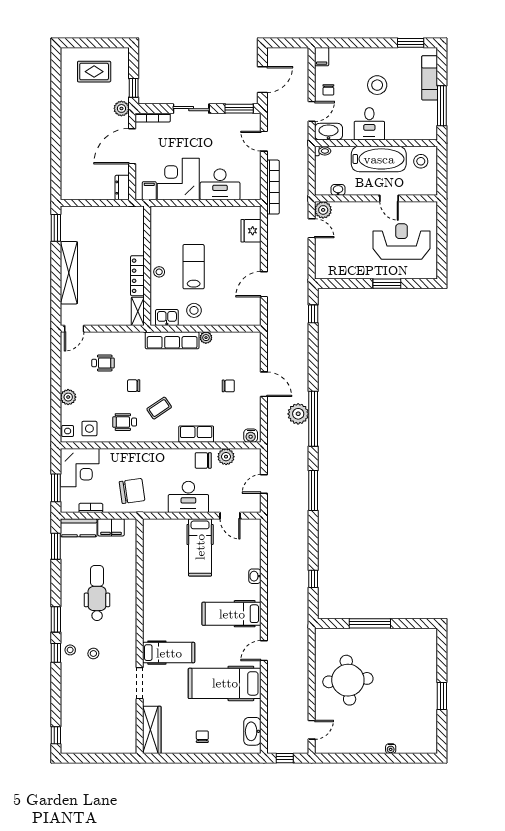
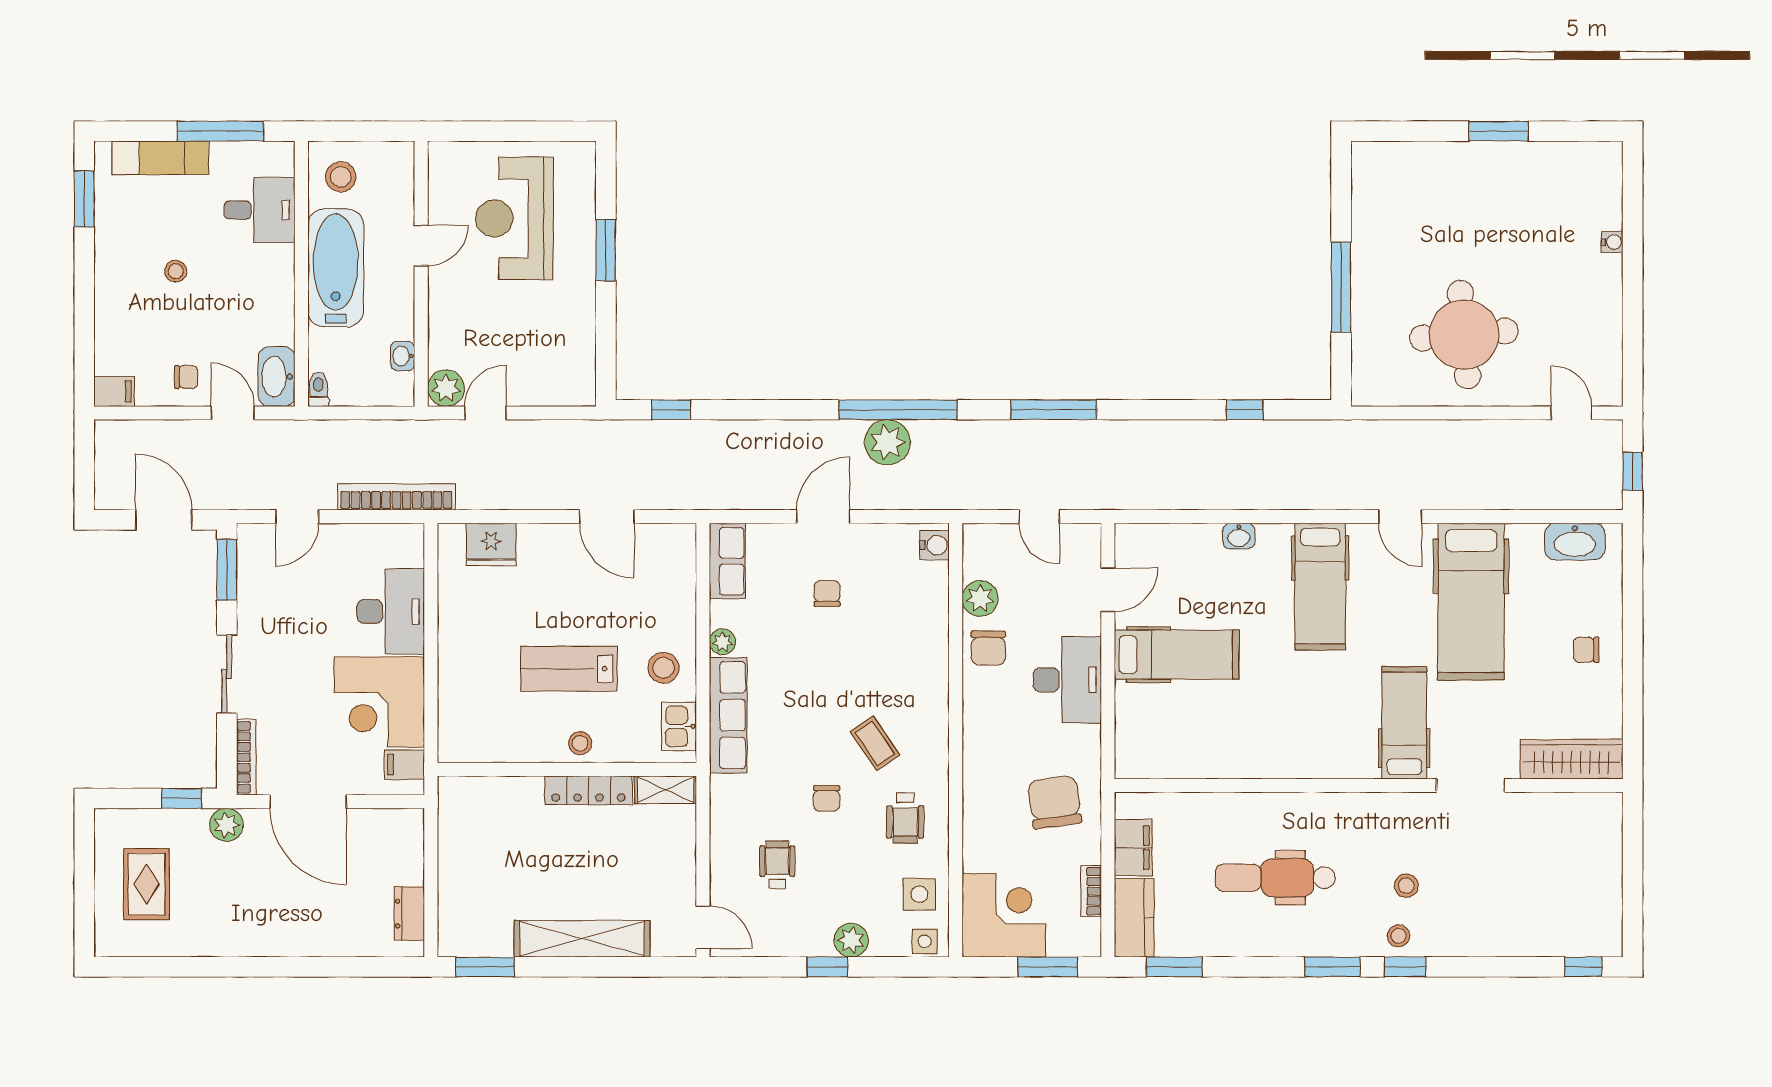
stool: (377, 85) -> (176, 271), width x0.53, depth x0.53
desk: (369, 124) -> (260, 210), moved
dresser: (122, 188) -> (409, 913), moved, turned 90
window: (56, 386) -> (827, 967), added
row of seats: (196, 434) -> (727, 561), moved, turned 180

